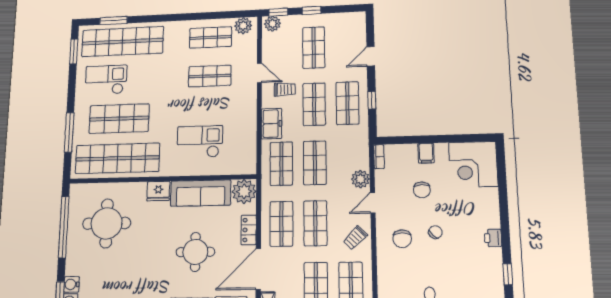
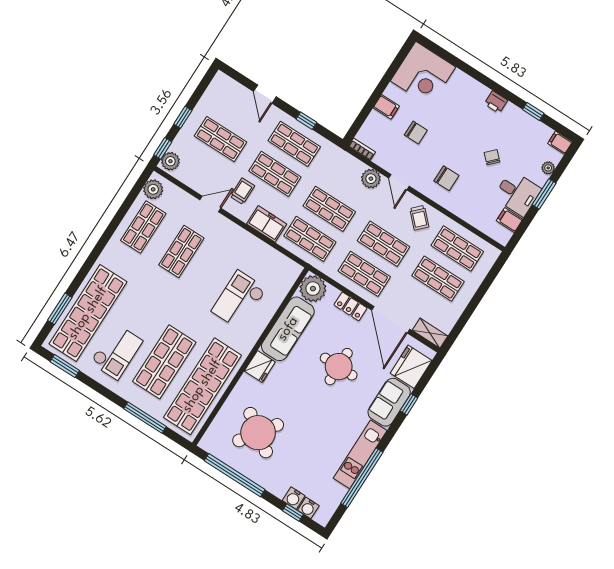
checkout: (106, 80) -> (116, 352), turned 180
round table: (107, 223) -> (258, 433), turned 35
chair: (435, 232) -> (492, 157), moved

